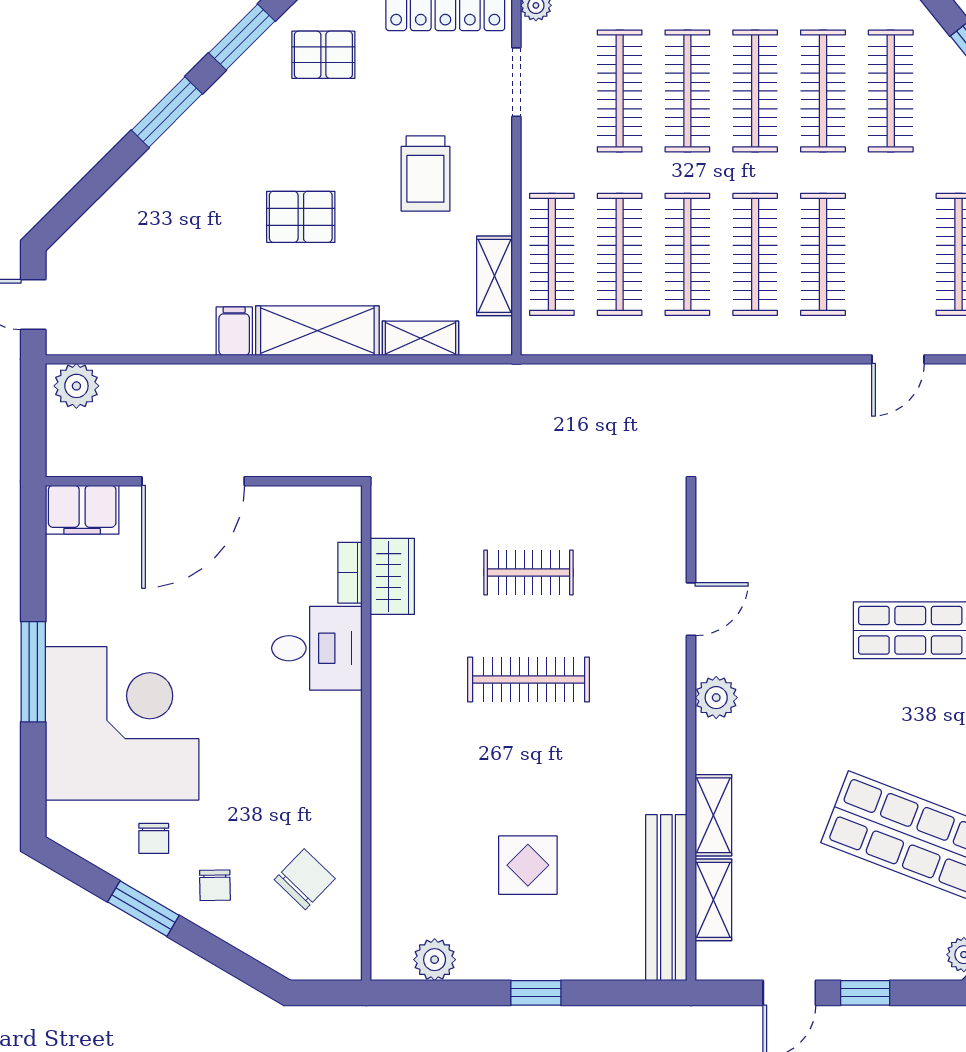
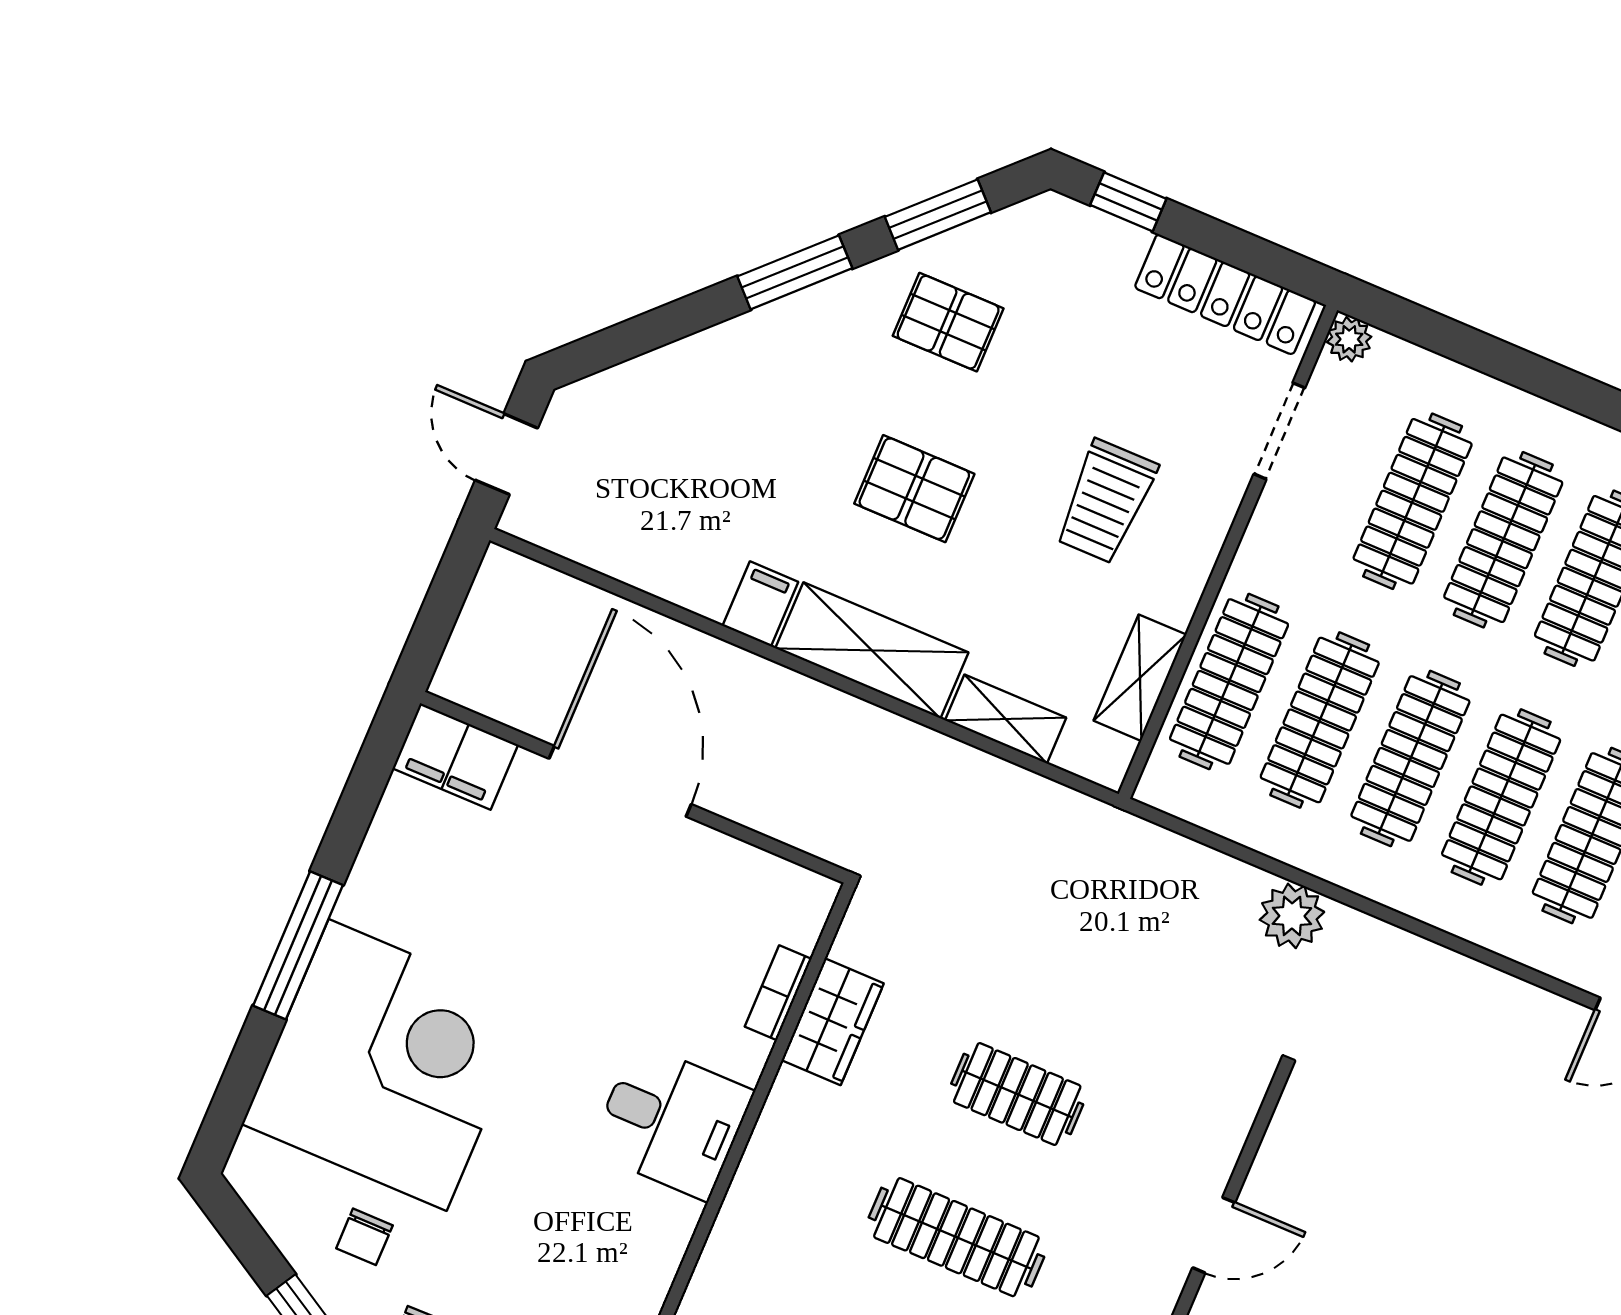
pallet: (323, 55) -> (948, 322), moved
plant: (76, 386) -> (1292, 916), moved
door: (193, 481) -> (620, 781), swing flipped
desk: (317, 648) -> (671, 1121), moved

